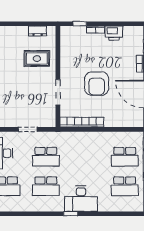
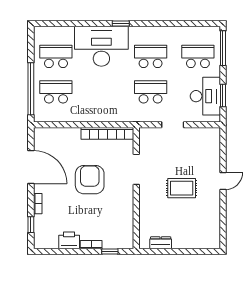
rug: (37, 59) -> (182, 188), moved
desk: (81, 199) -> (101, 46), width x1.36, depth x1.30

